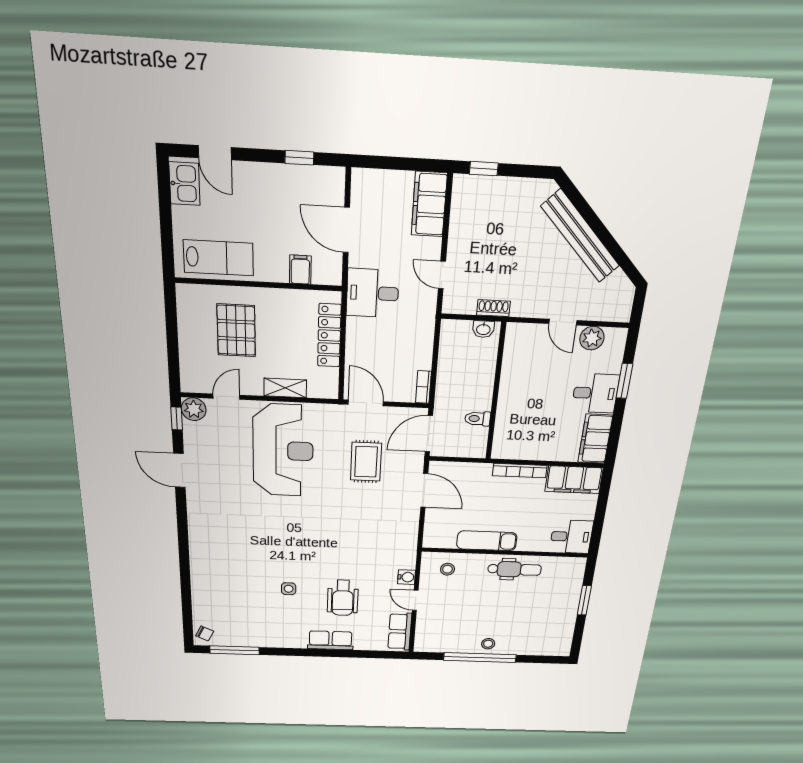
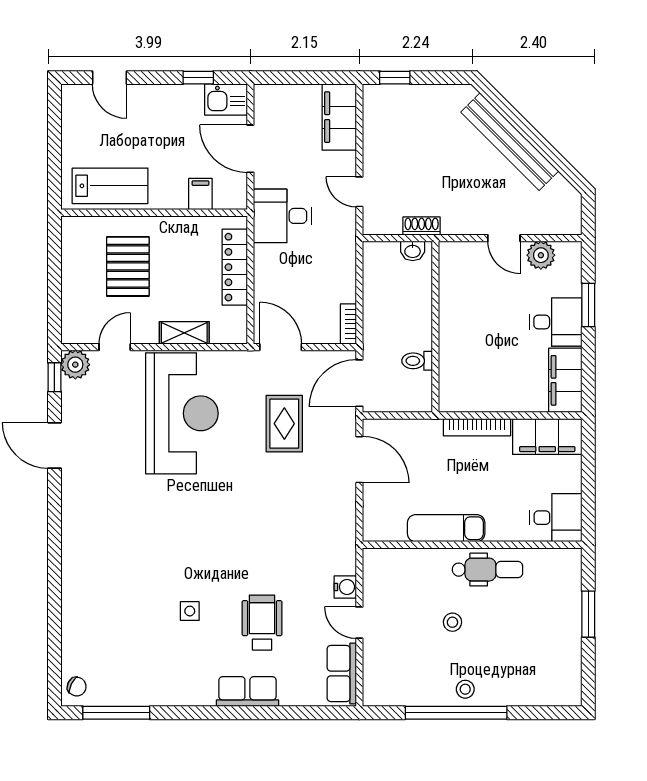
kitchen sink: (185, 184) -> (226, 100), moved, turned 90
stool: (447, 569) -> (452, 622), moved
wheelchair: (343, 598) -> (262, 623), turned 180

